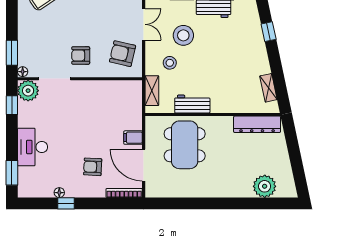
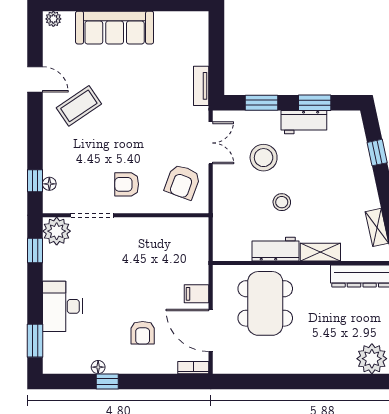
window: (12, 53) -> (35, 181), width x0.67
armchair: (123, 54) -> (182, 182), turned -83
stool: (170, 63) -> (282, 202), moved
floor lamp: (23, 72) -> (49, 184), moved
shelving: (152, 91) -> (320, 252), moved, turned 90
armchair: (93, 167) -> (143, 333), turned -93
bookcase: (124, 193) -> (193, 368), width x0.64

